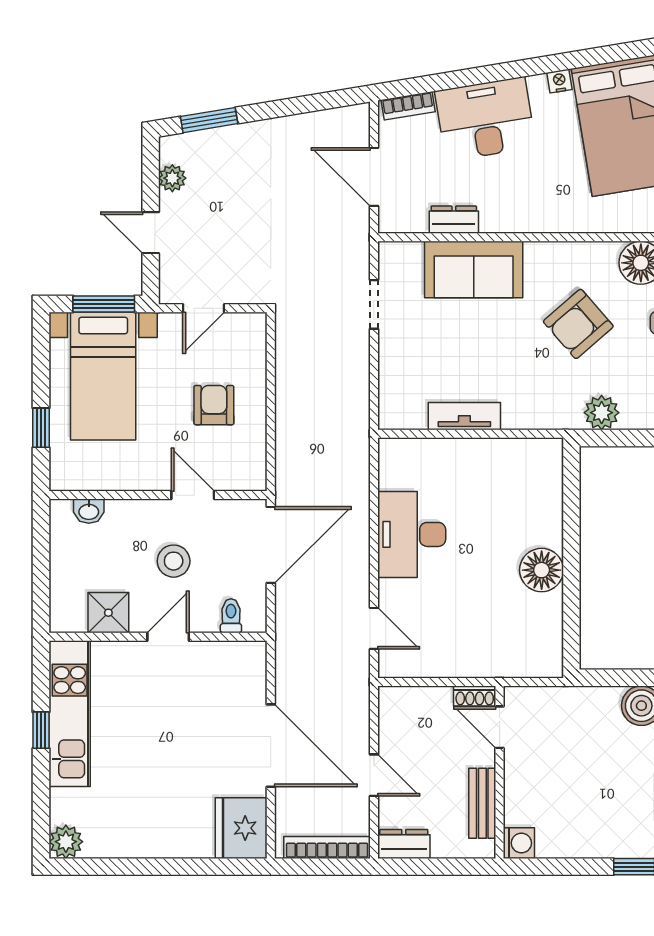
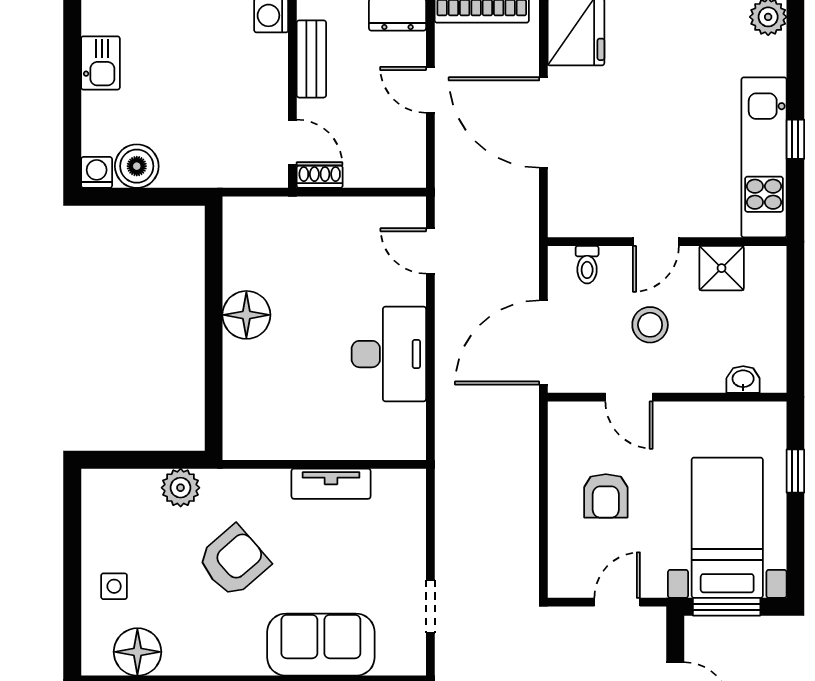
armchair: (578, 324) -> (233, 561), moved

